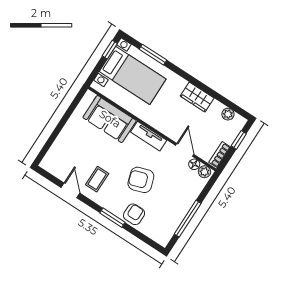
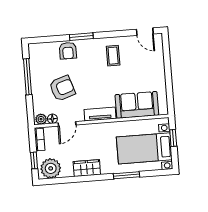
window: (110, 50) -> (173, 138), moved
window: (153, 55) -> (127, 175), moved
plant: (228, 114) -> (51, 168), width x1.88, depth x1.88
door: (185, 150) -> (67, 124), hinge flipped
armchair: (141, 180) -> (62, 88), moved
door: (70, 190) -> (145, 32), moved

